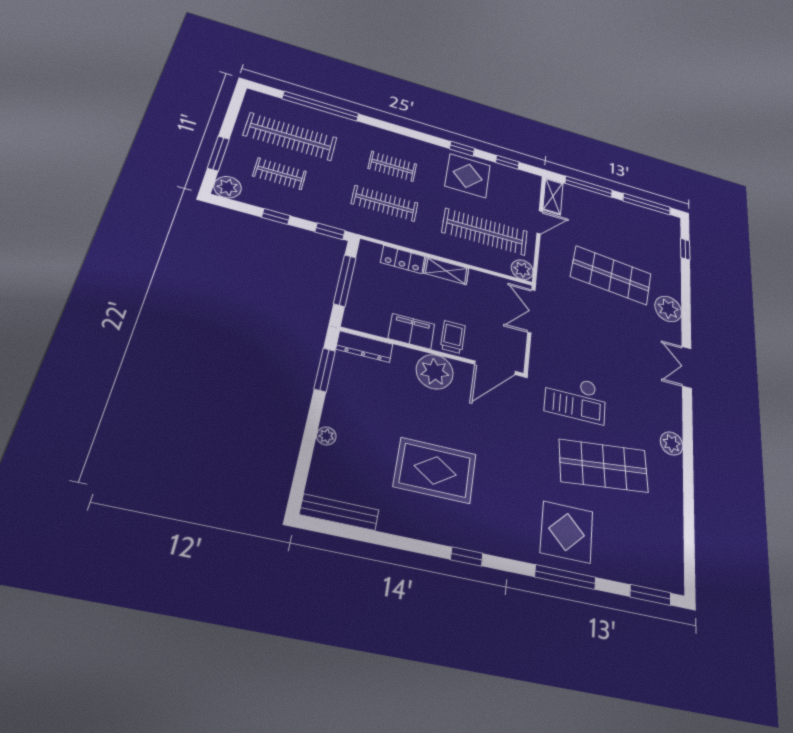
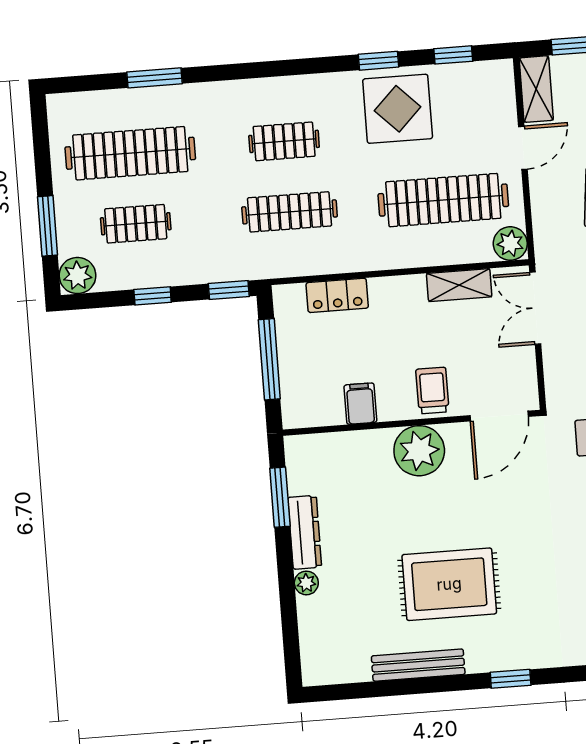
window: (321, 106) -> (154, 78), width x0.47
shelving: (446, 271) -> (459, 285), moved
filing cabinet: (411, 331) -> (360, 404), width x0.50
dresser: (364, 347) -> (305, 532), moved, turned -90
bench: (339, 512) -> (418, 665), moved

